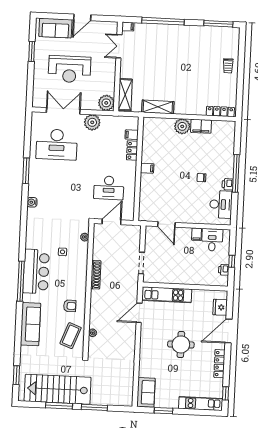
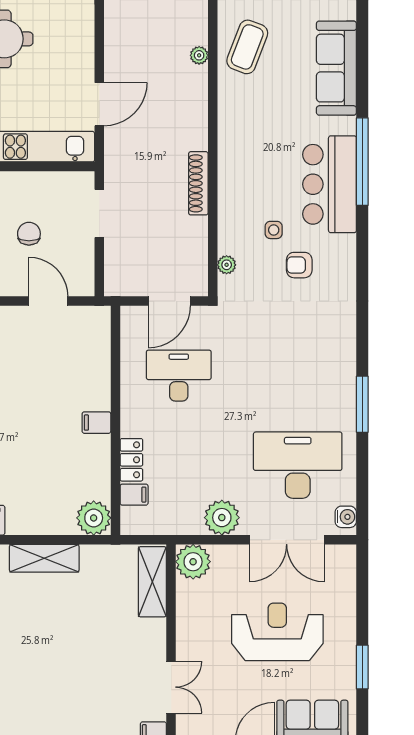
shelving: (158, 107) -> (44, 558), moved
plant: (182, 126) -> (94, 518), moved
water cooler: (32, 202) -> (346, 517), moved
chair: (174, 255) -> (29, 234), added
armchair: (70, 306) -> (299, 265), moved

